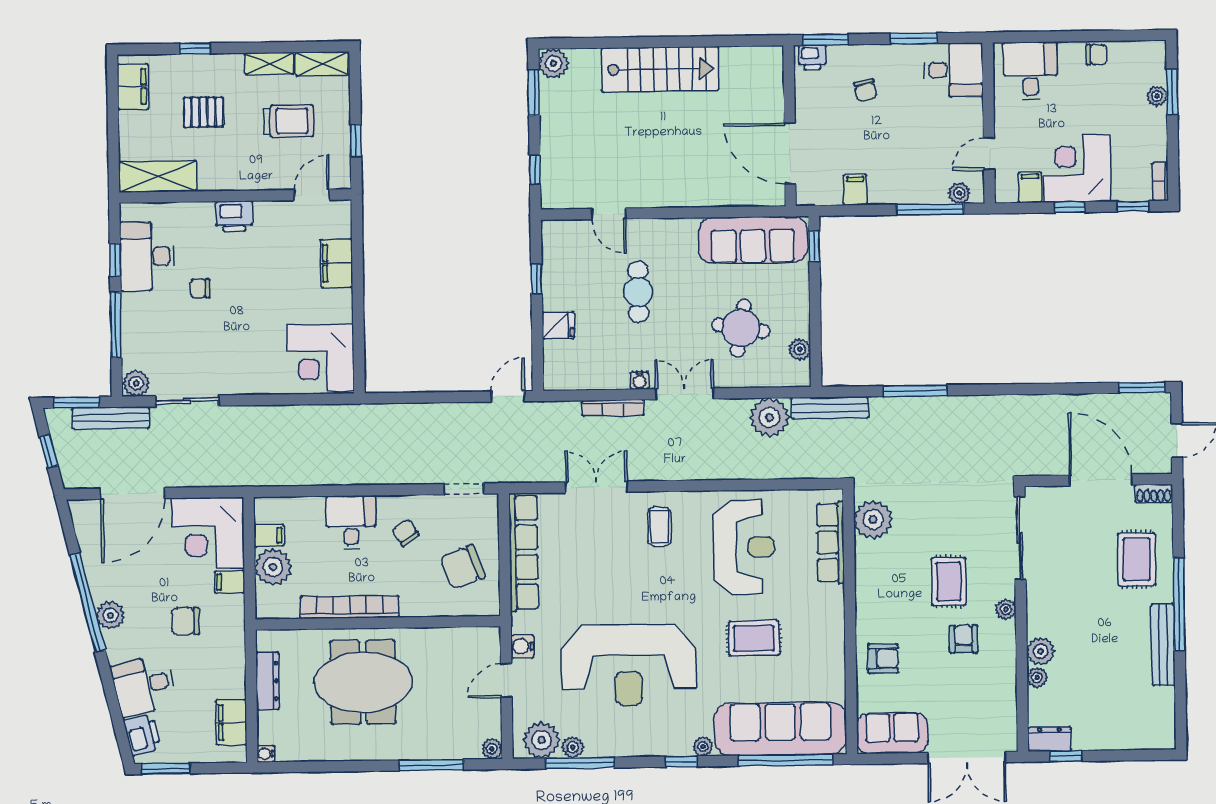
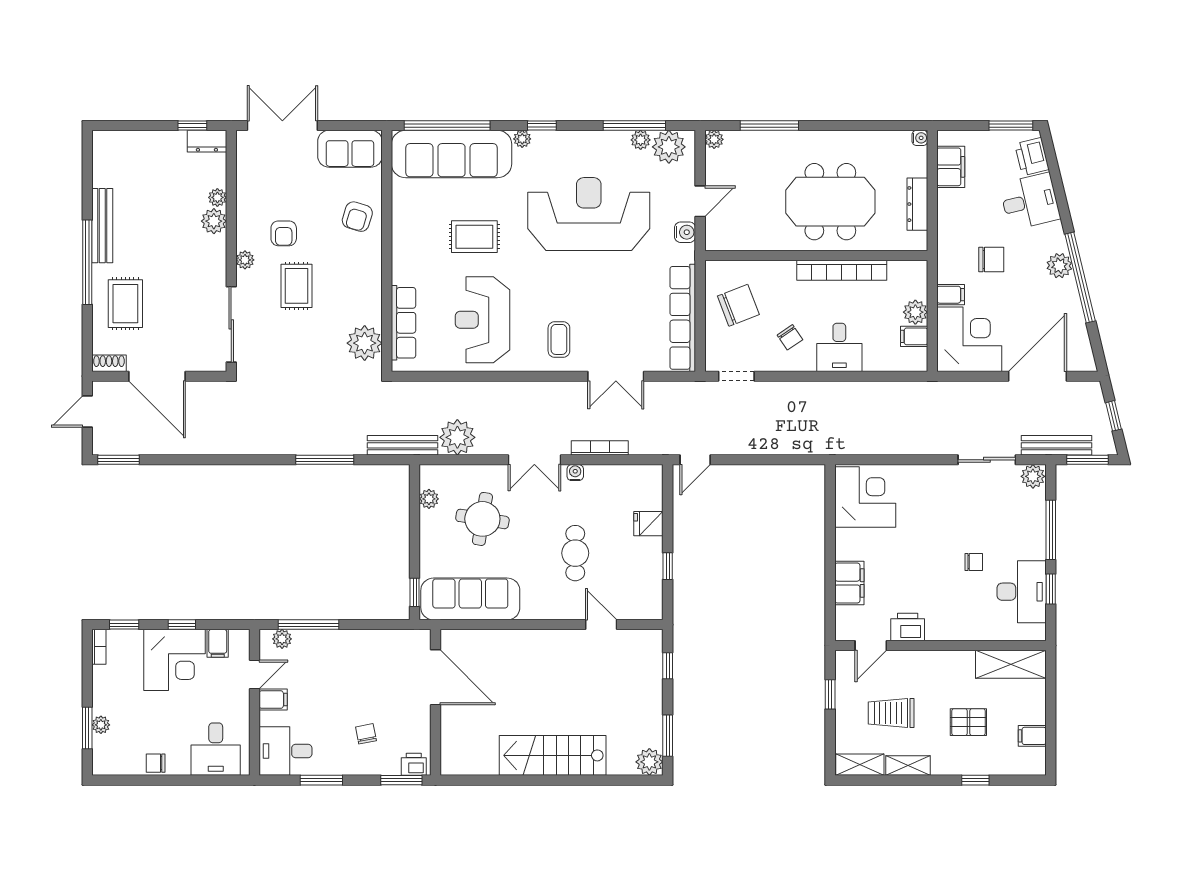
filing cabinet: (133, 87) -> (1032, 736), width x0.50
filing cabinet: (855, 190) -> (273, 700), moved, turned -90
printer: (234, 216) -> (908, 627), moved
plant: (273, 567) -> (915, 312), width x0.73, depth x0.73
armchair: (883, 659) -> (357, 217), turned -73

